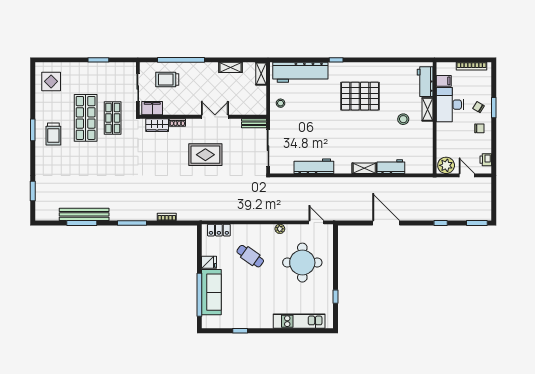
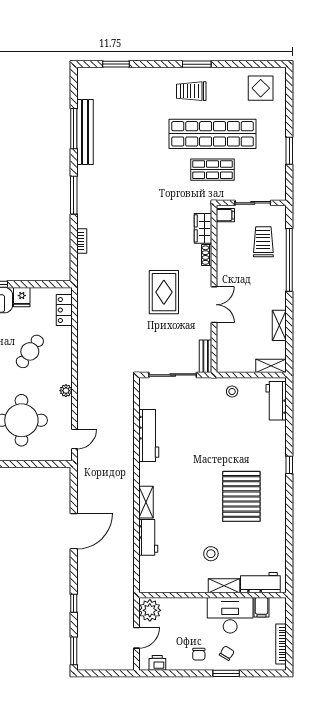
workbench: (300, 72) -> (276, 401), width x0.53, depth x0.76
filing cabinet: (152, 108) -> (225, 215), width x0.50
shop shelf: (86, 118) -> (213, 134), width x1.40

